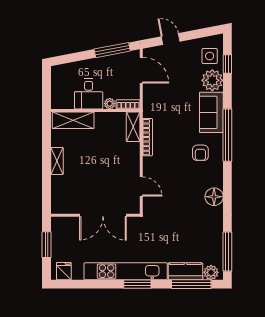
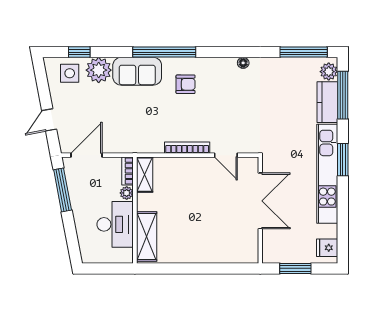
desk: (89, 94) -> (115, 224), width x1.37
shelving: (133, 127) -> (145, 175), moved, turned 90
bookcase: (147, 137) -> (187, 148), moved
shelving: (57, 161) -> (195, 256), removed
door: (141, 186) -> (226, 155), swing flipped
floor lamp: (214, 197) -> (243, 63), width x0.53, depth x0.53

